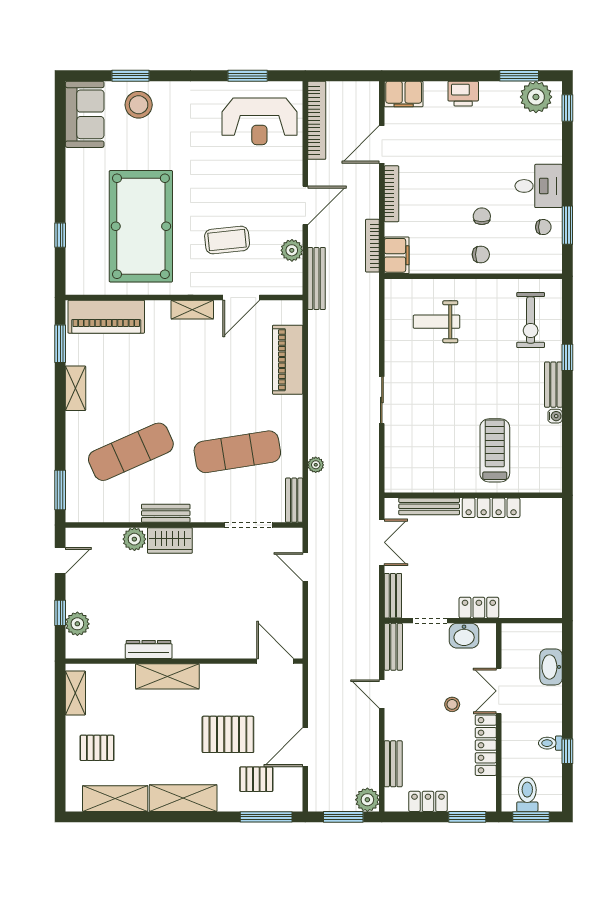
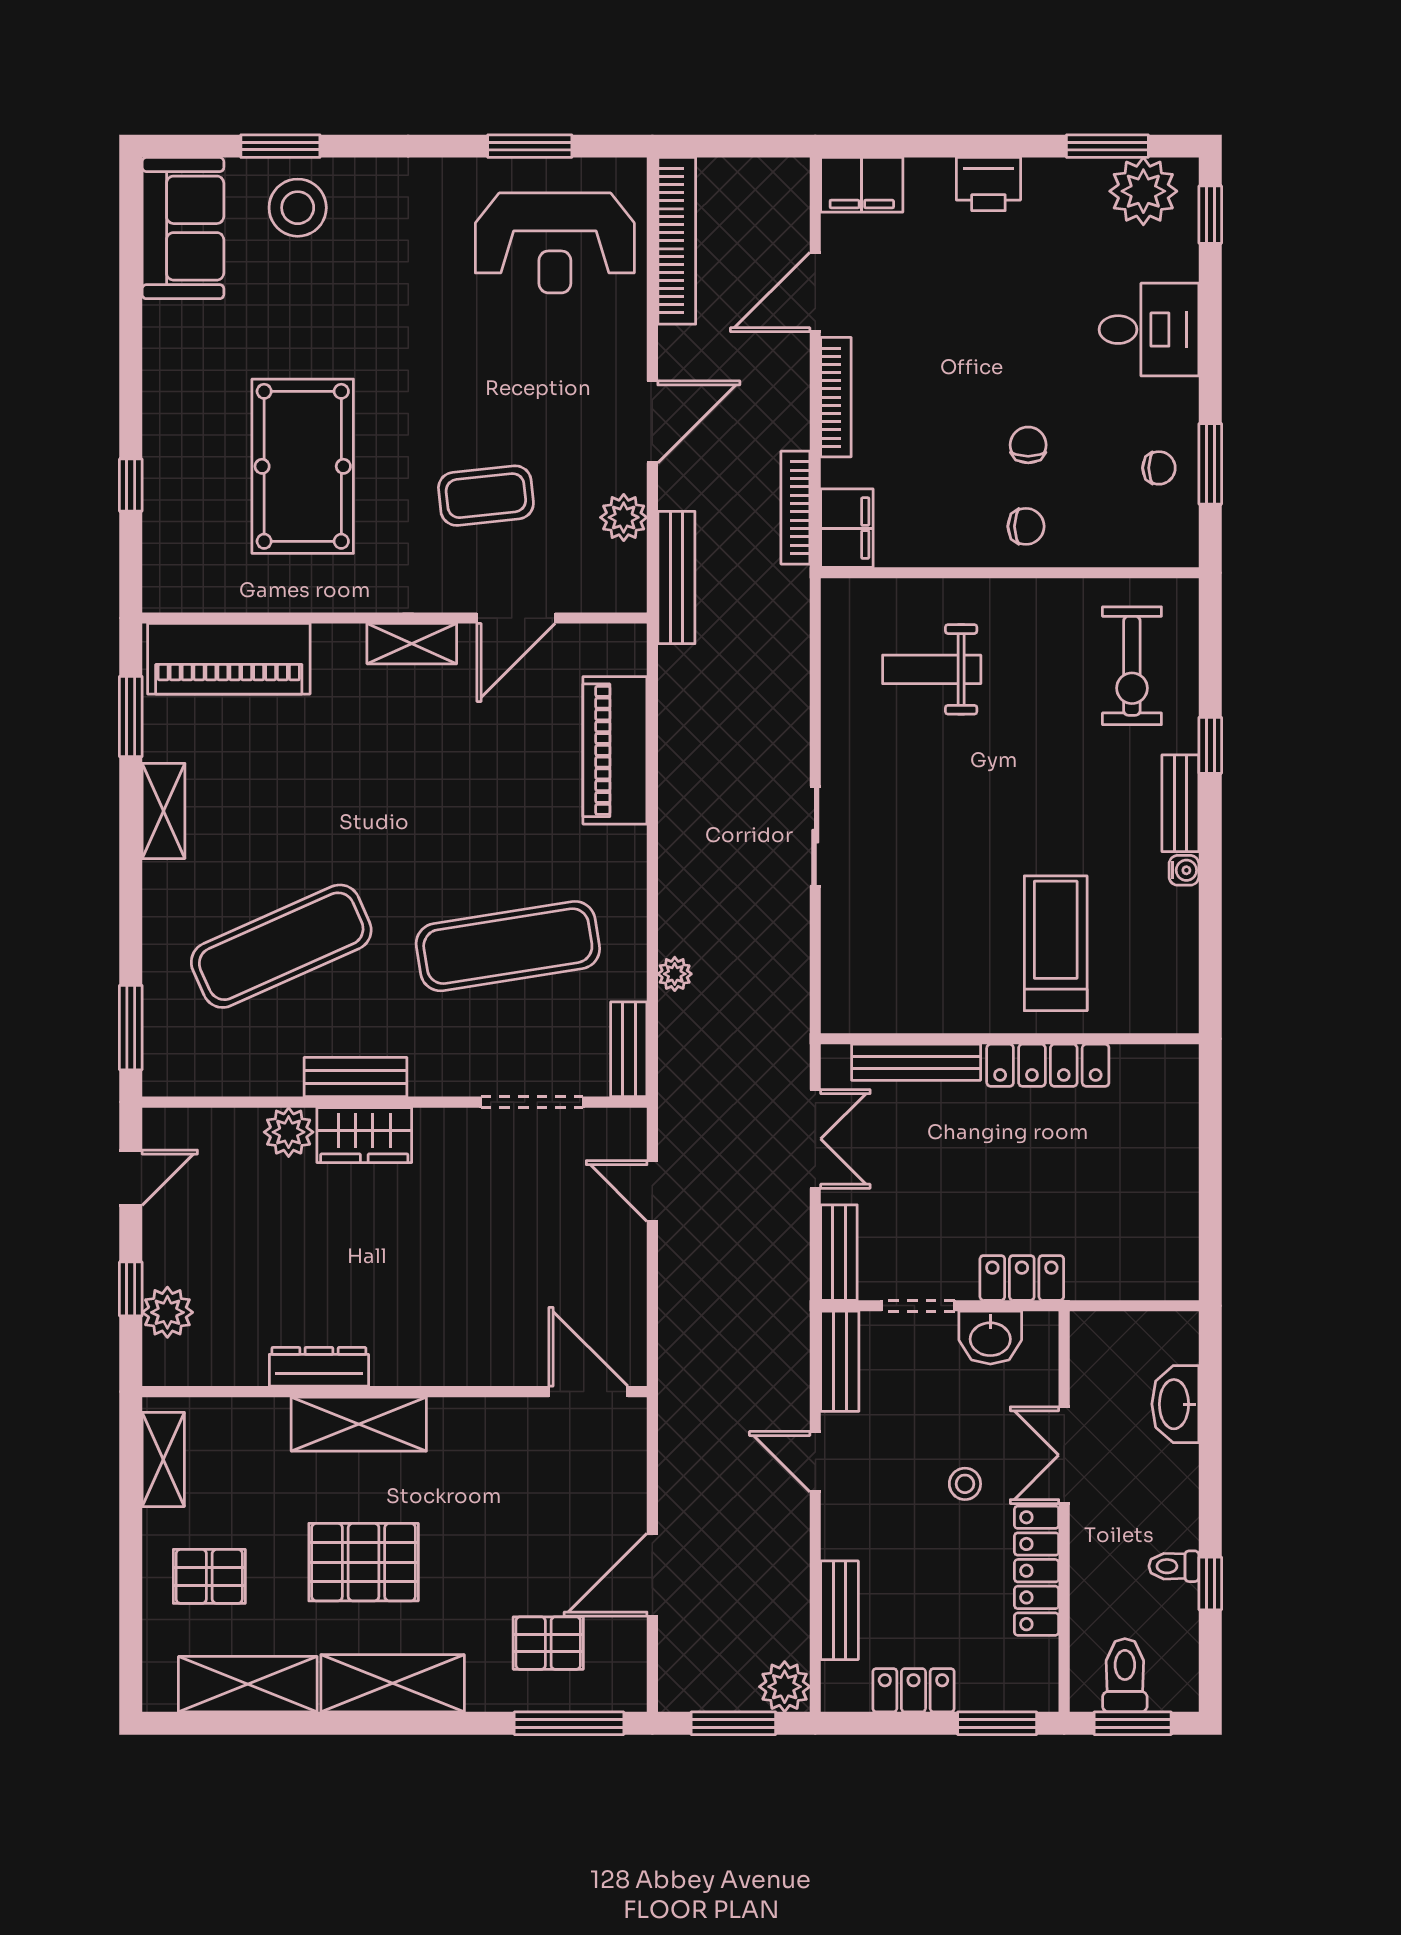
desk: (539, 186) -> (1149, 330), moved
pool table: (141, 226) -> (303, 466), width x0.73, depth x0.76
pallet: (228, 734) -> (364, 1562), moved

